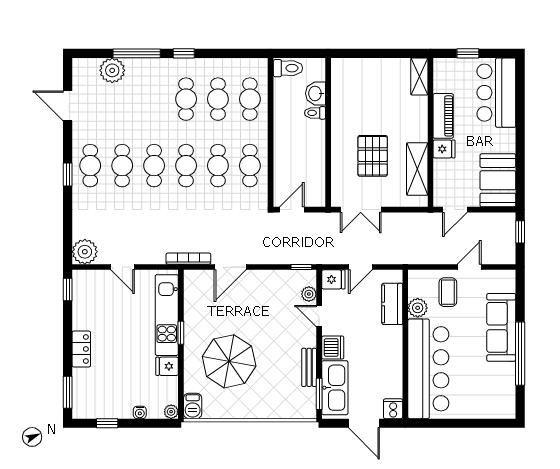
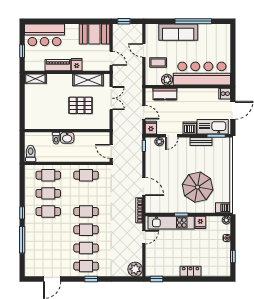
plant: (112, 70) -> (32, 254), removed
washbasin: (316, 93) -> (67, 138), moved
cafe table: (218, 166) -> (86, 193), removed
double door: (361, 210) -> (111, 98), moved
door: (122, 267) -> (144, 237), moved
window: (68, 392) -> (215, 279), removed

